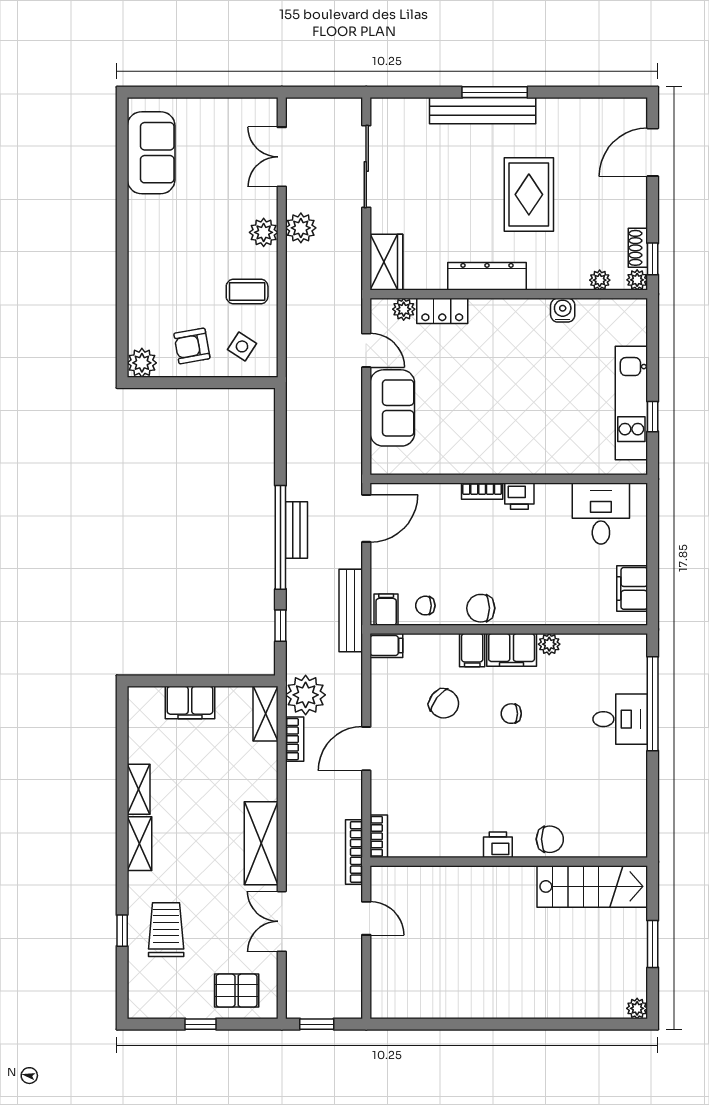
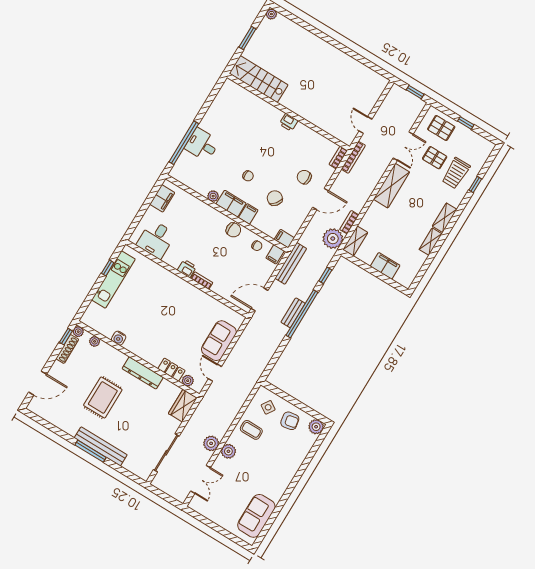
shoe rack: (638, 248) -> (67, 349), width x1.43
chair: (550, 839) -> (304, 177), moved
pallet: (217, 934) -> (435, 158), added

